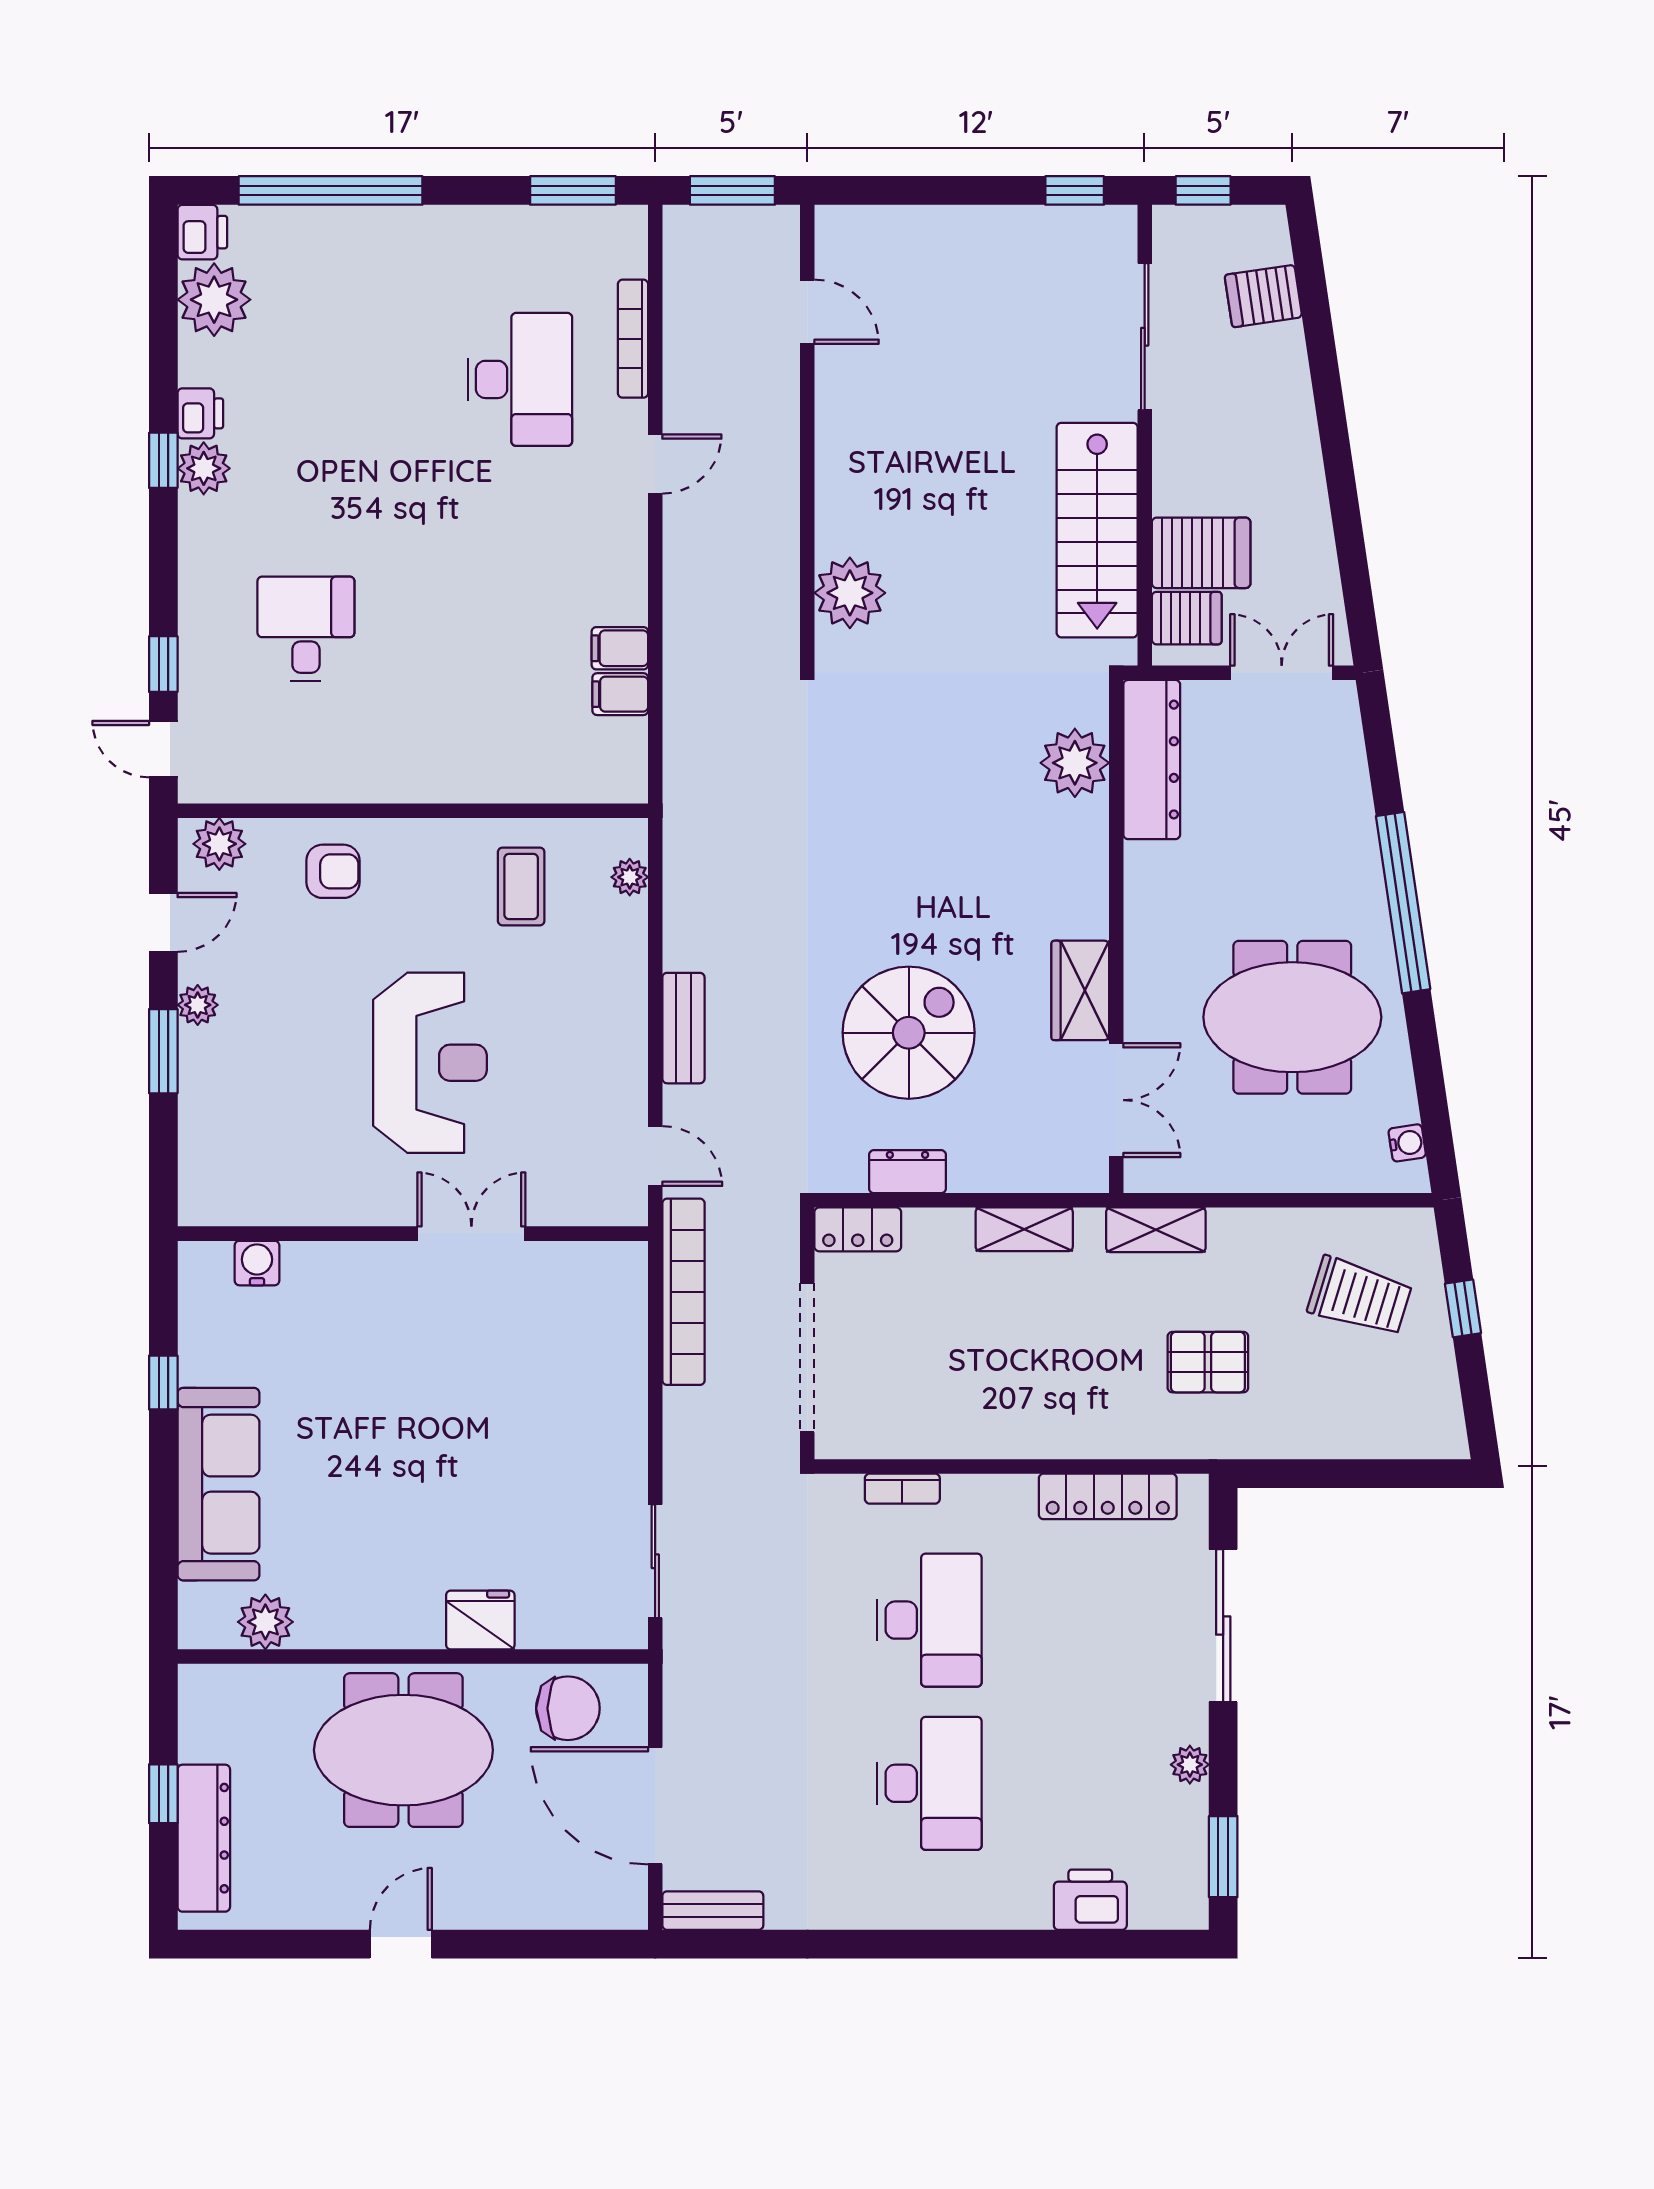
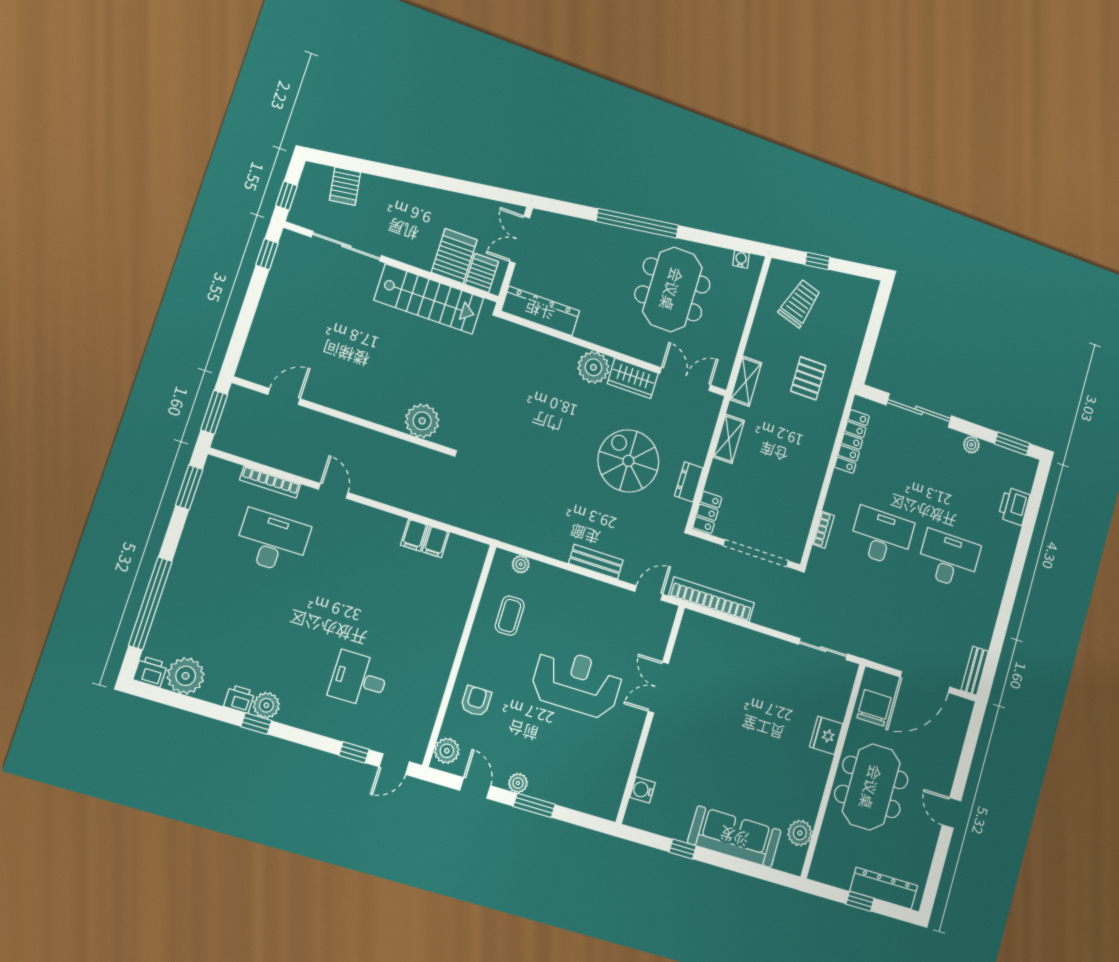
plant: (1075, 763) -> (593, 367), moved
coffee table: (521, 886) -> (510, 616), turned 90

